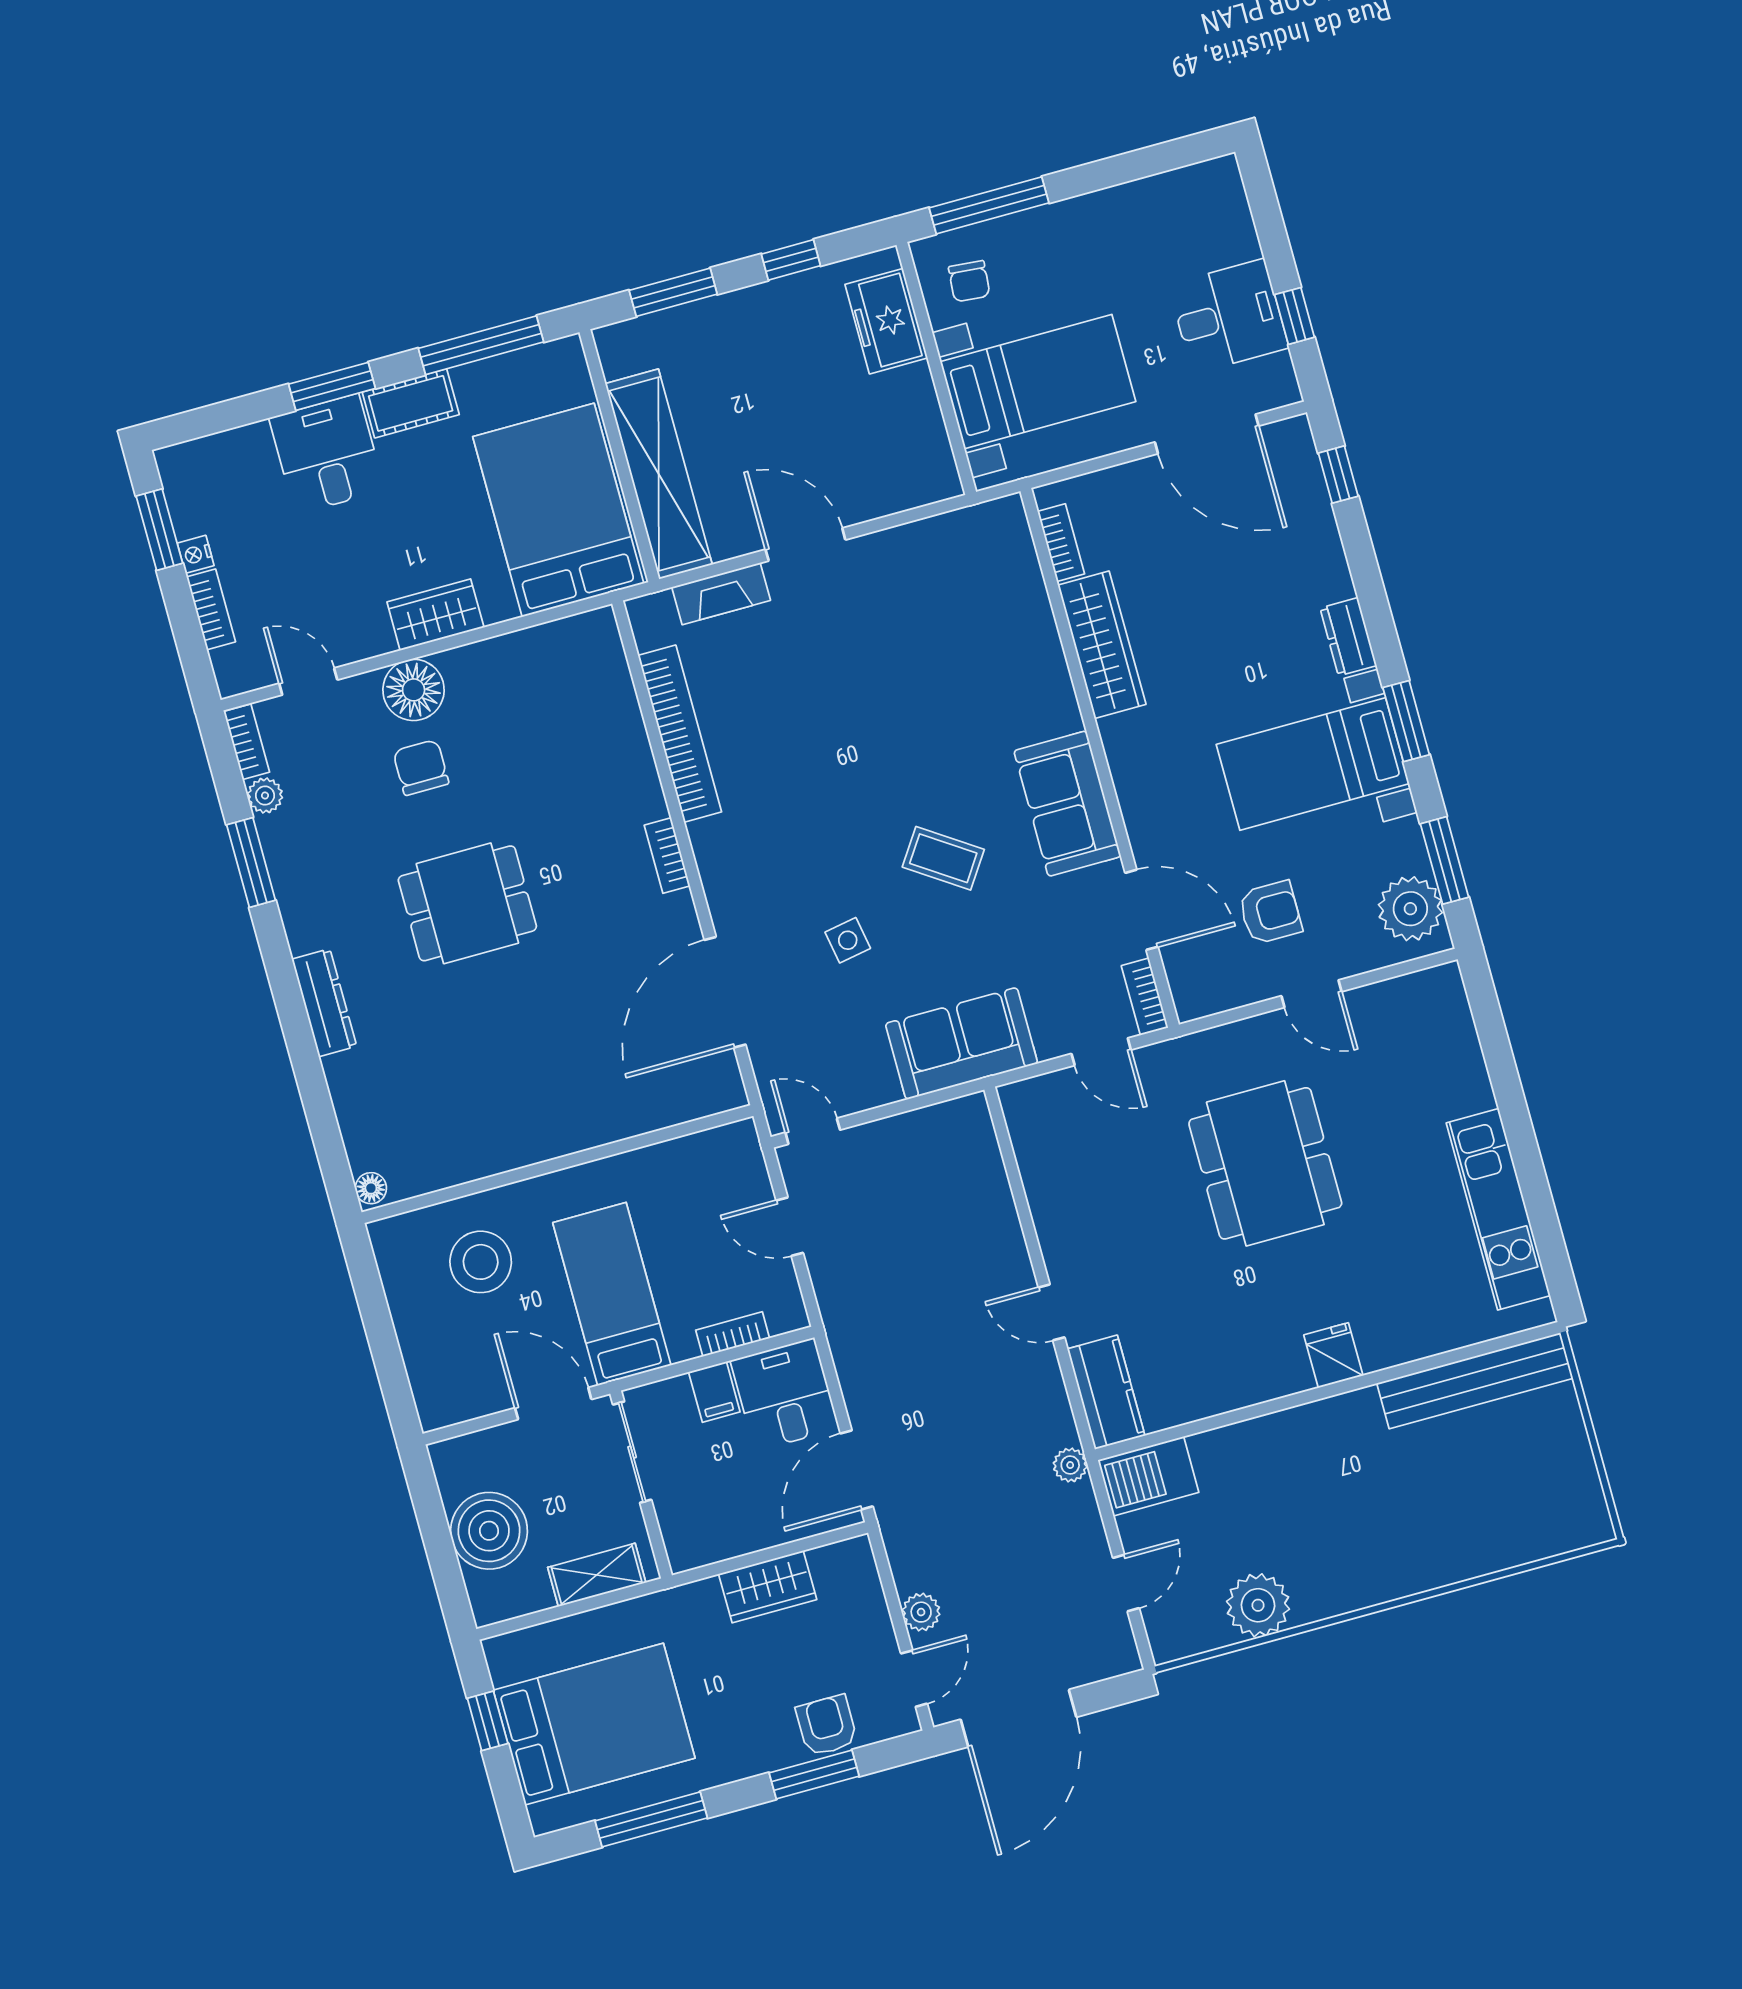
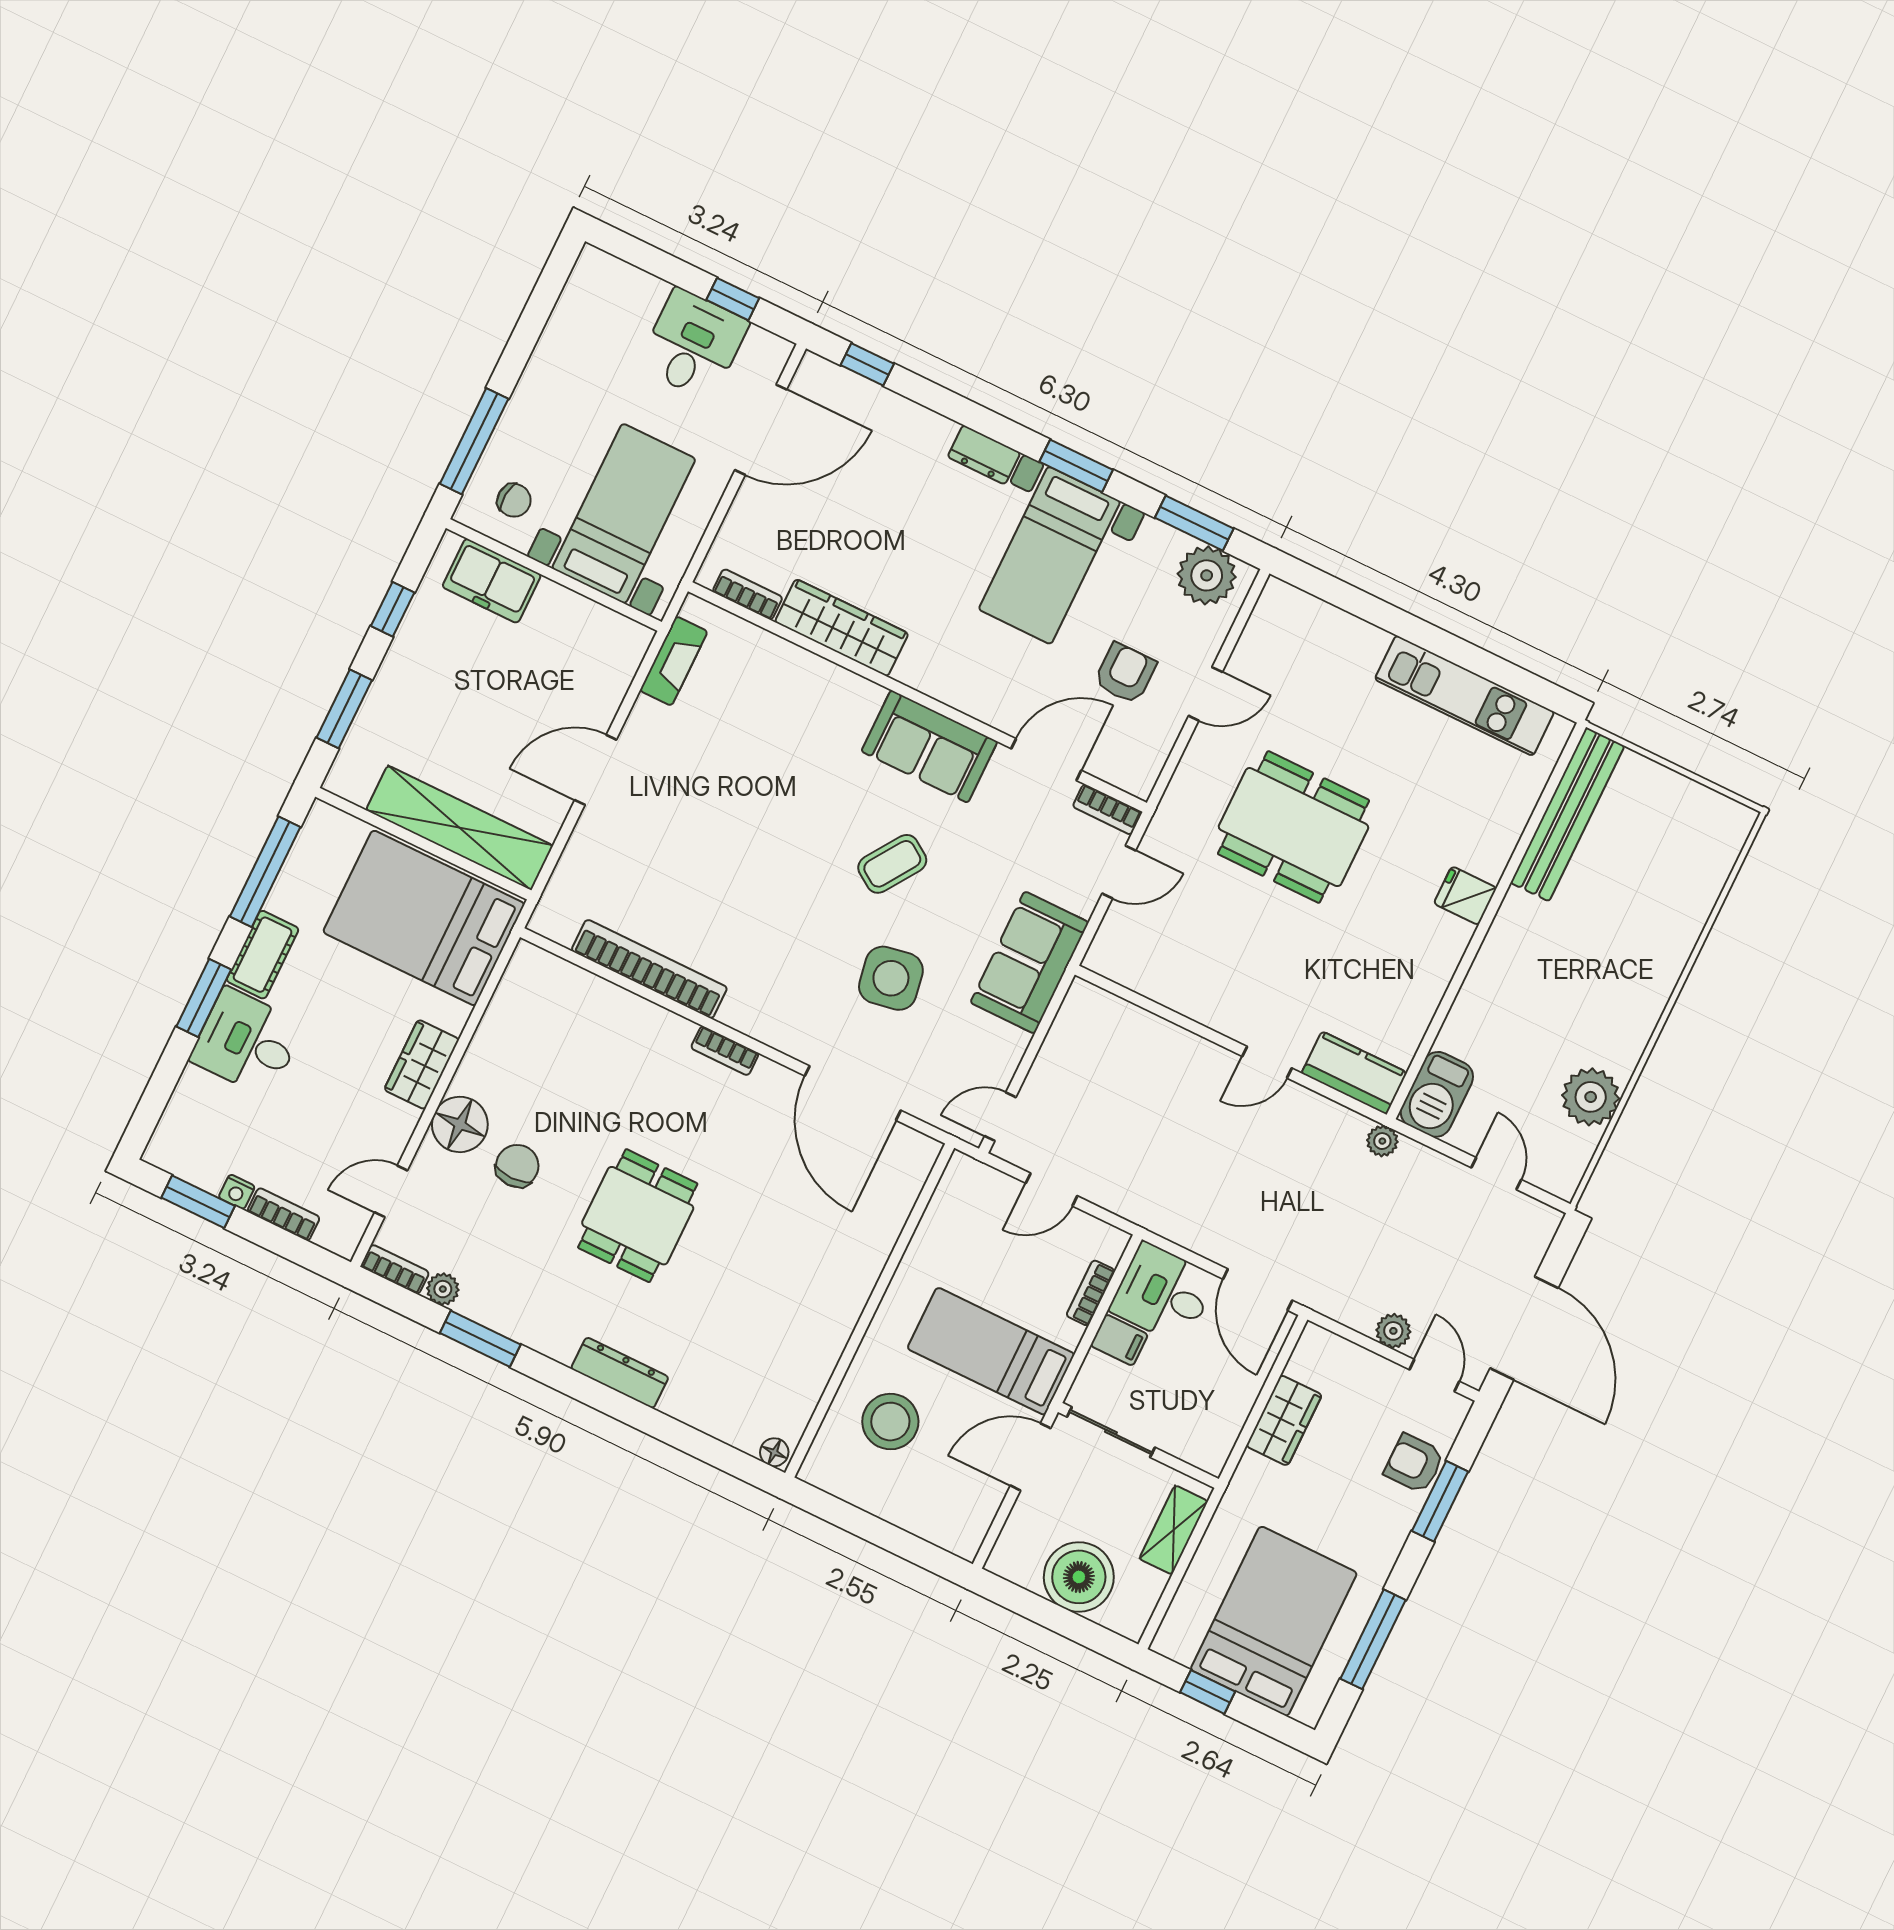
fireplace: (721, 594) -> (674, 661), moved
chair: (421, 767) -> (517, 1166), turned 90
side table: (848, 940) -> (891, 978), width x1.87, depth x1.87

